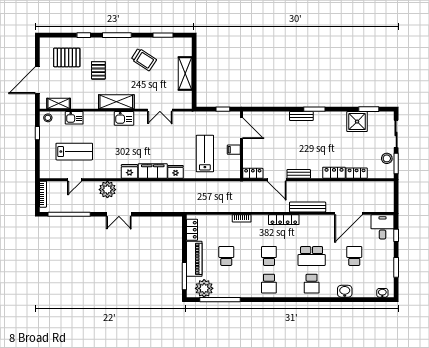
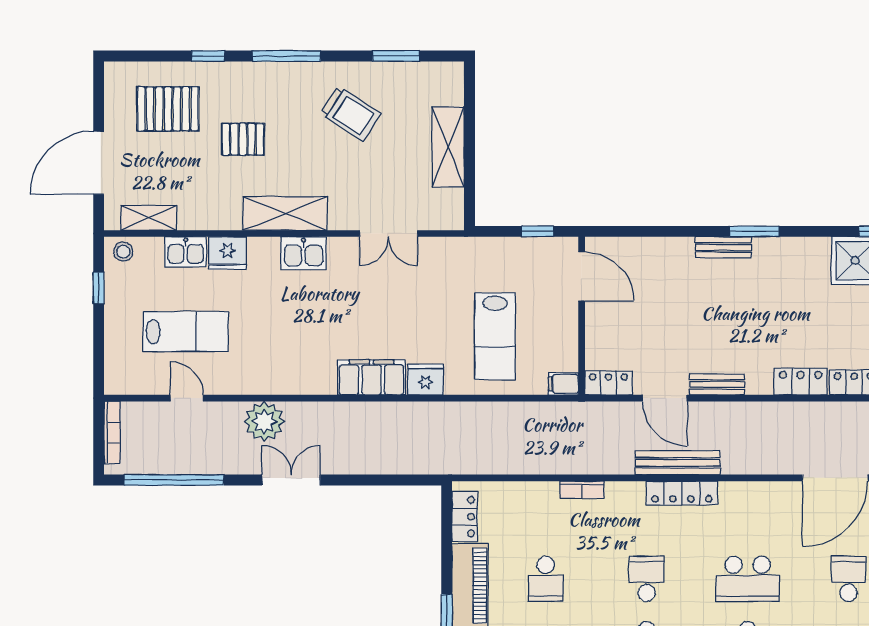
pallet: (98, 70) -> (243, 139), turned 90
filing cabinet: (234, 150) -> (563, 384), moved
lab bench: (205, 154) -> (495, 336), turned 180
fridge: (130, 171) -> (228, 253), moved, turned 180
door: (75, 180) -> (187, 398), swing flipped
bench: (308, 207) -> (678, 463), moved
double door: (119, 214) -> (291, 480), swing flipped
school desk: (226, 256) -> (546, 579), turned 180

